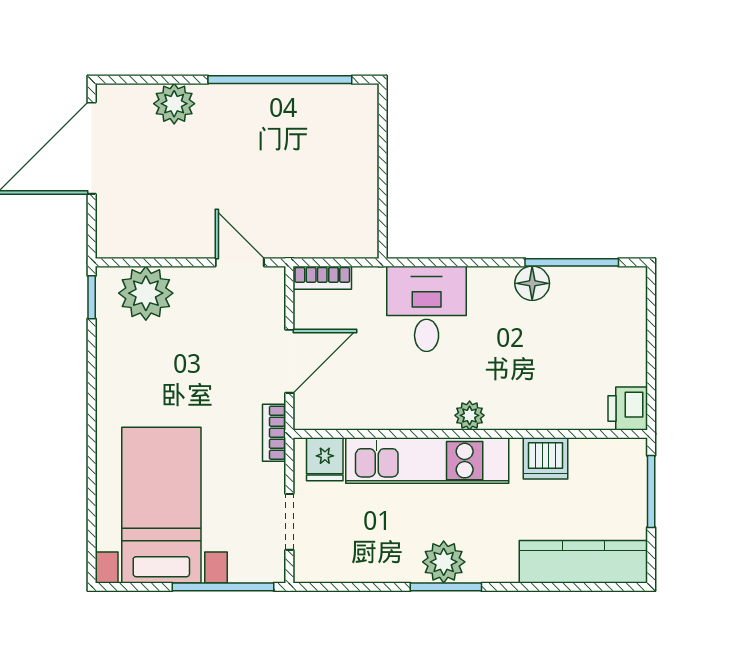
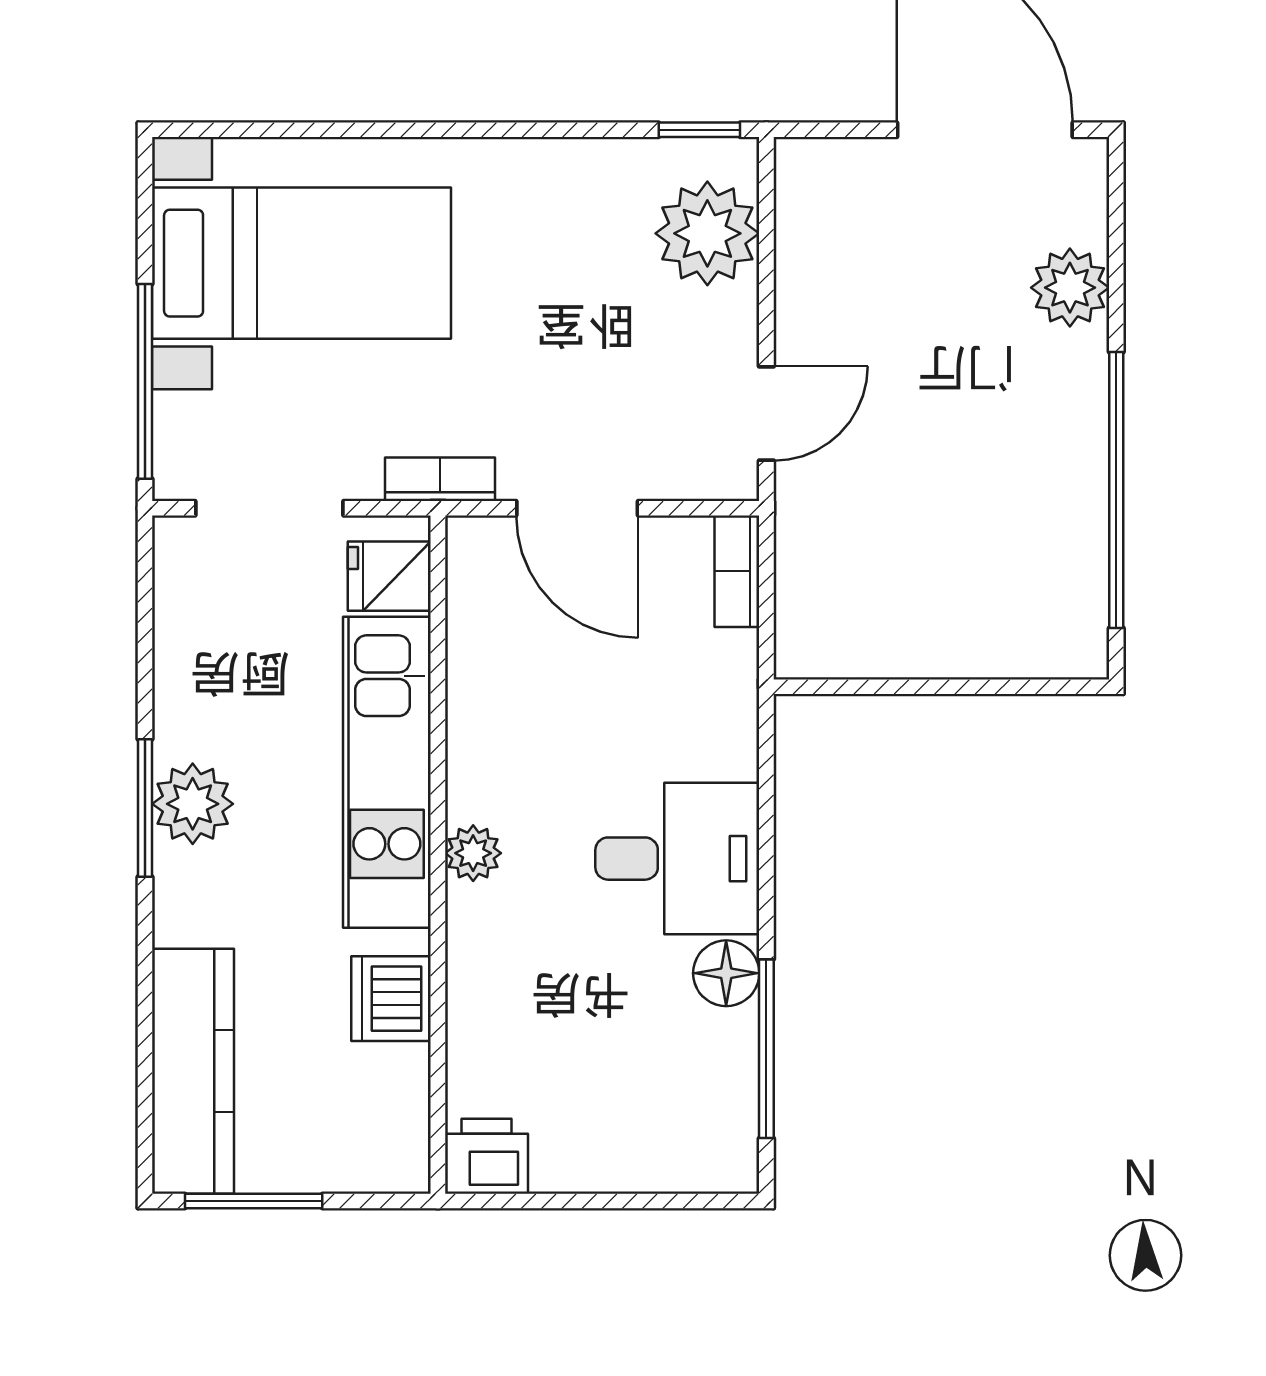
desk: (427, 309) -> (677, 859), moved
window: (651, 492) -> (254, 1201), moved
doorway: (289, 522) -> (269, 508), width x1.38

